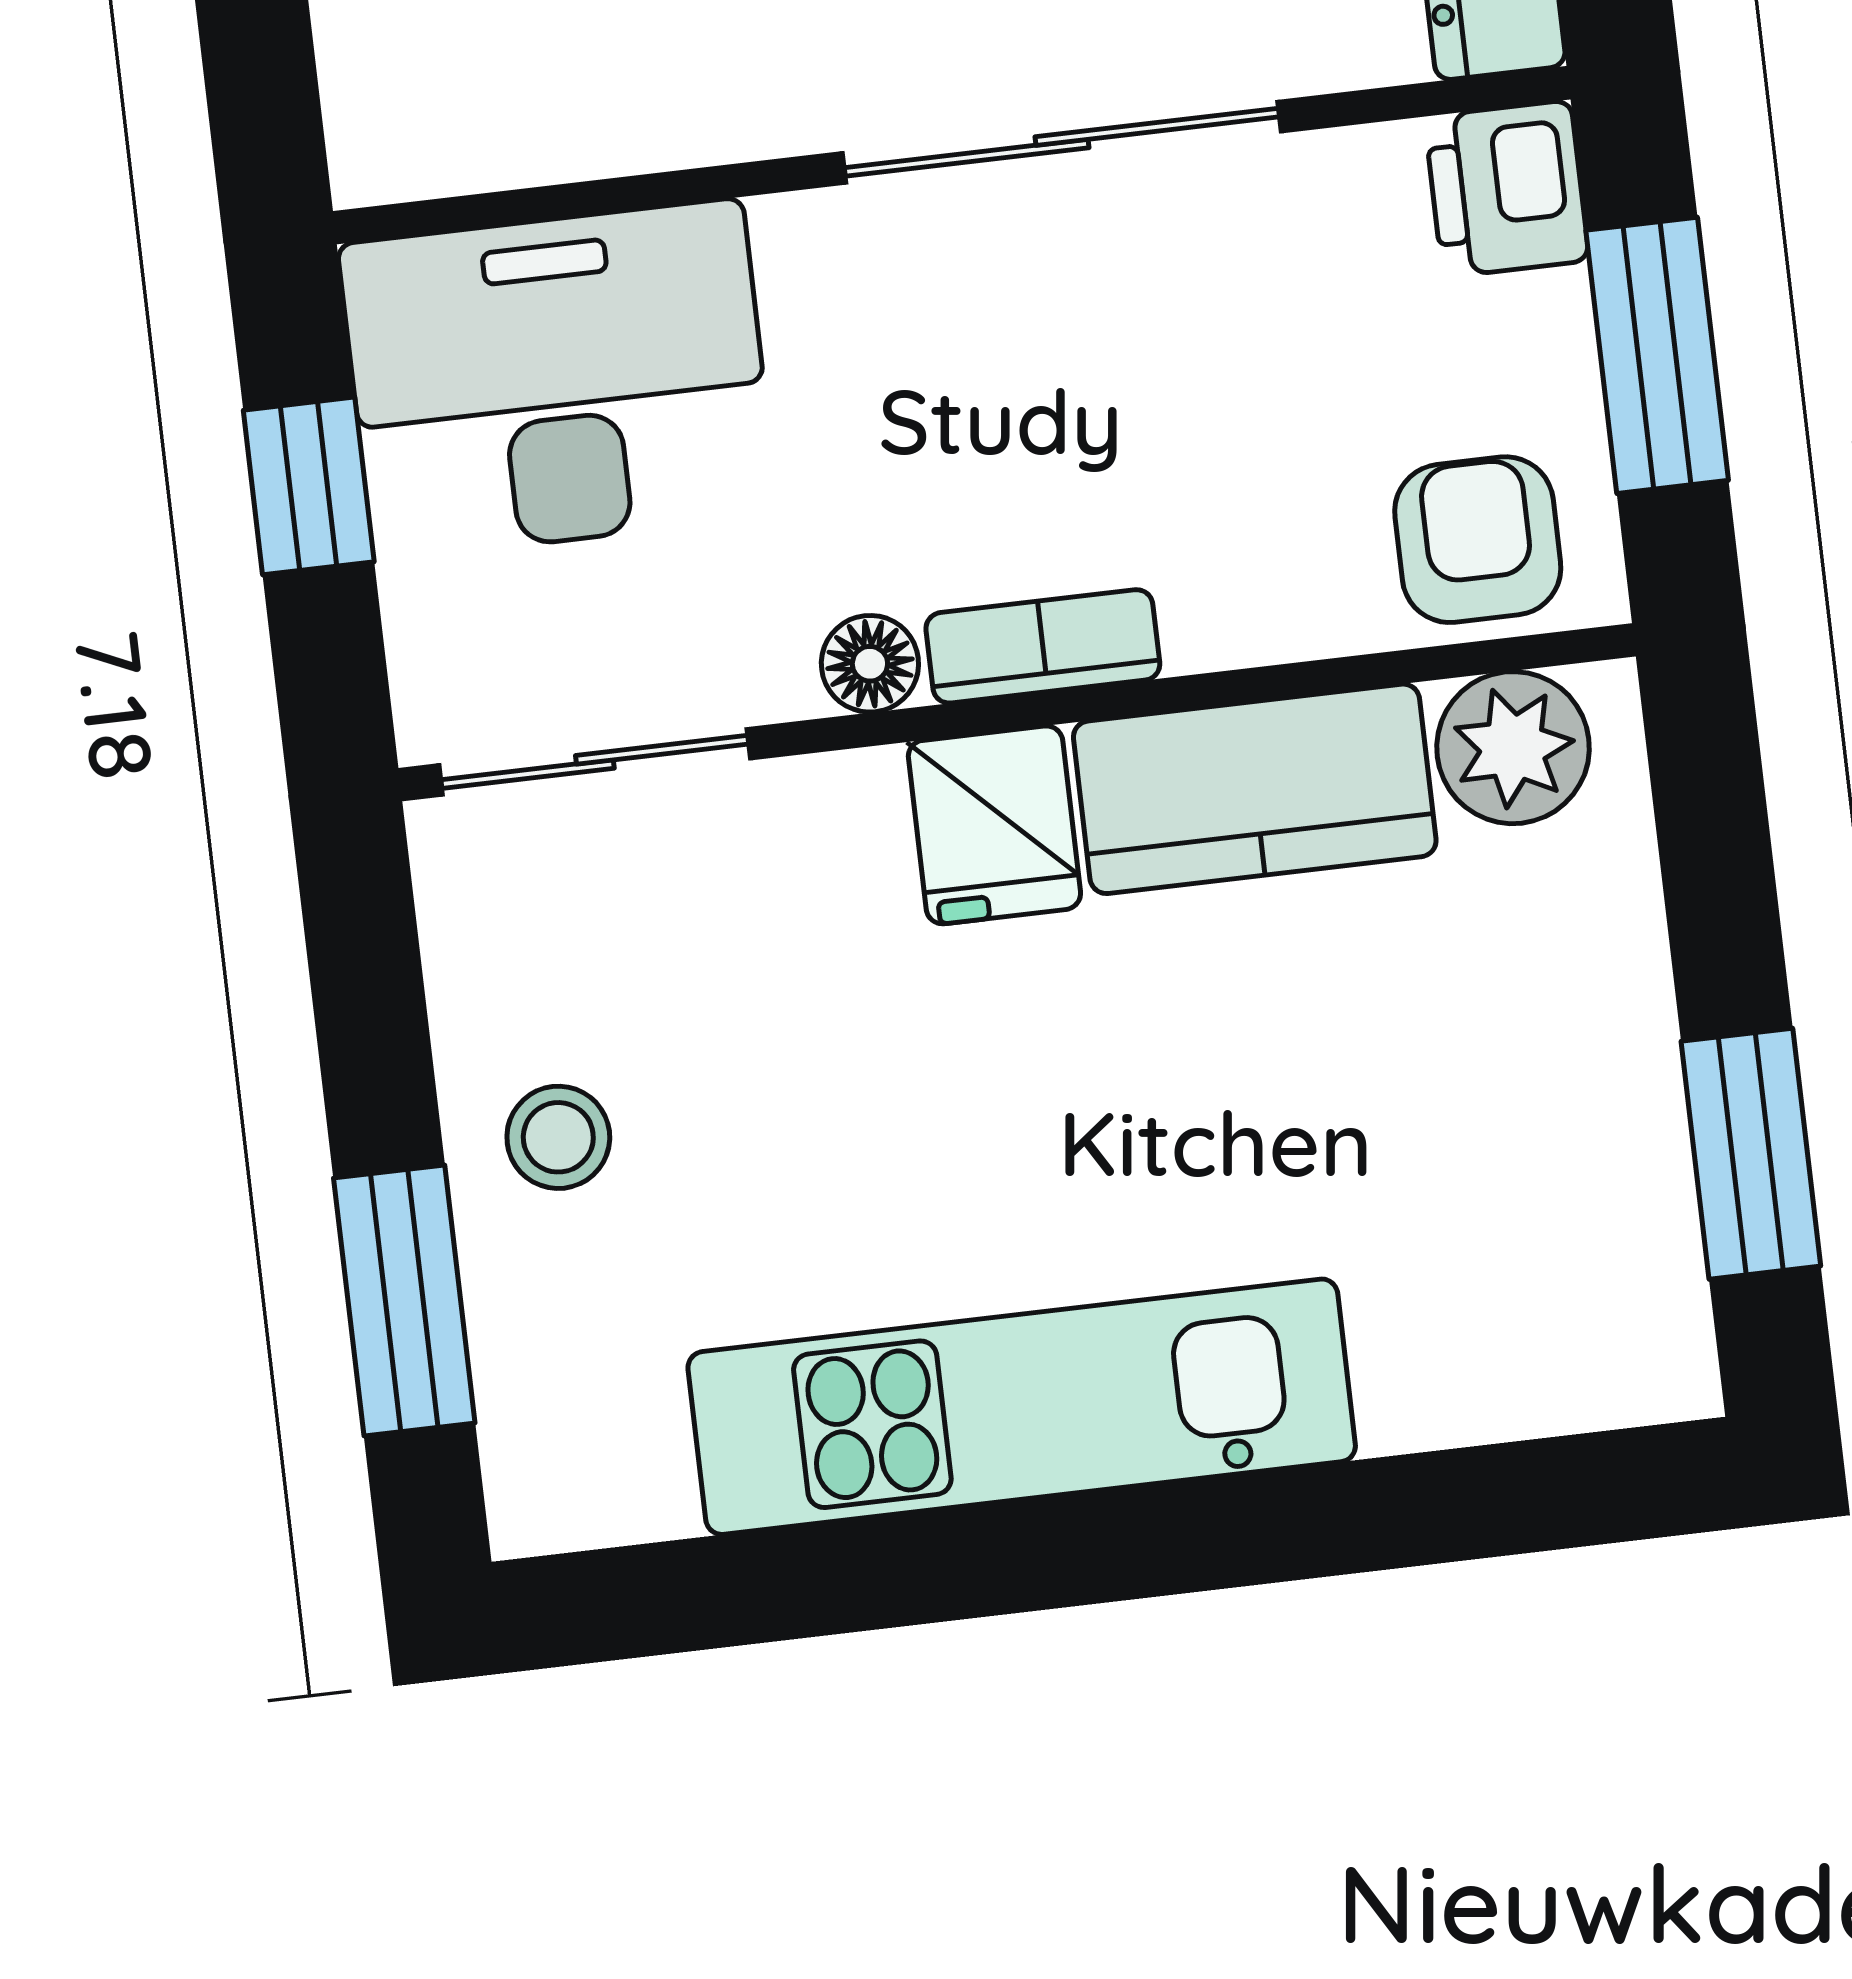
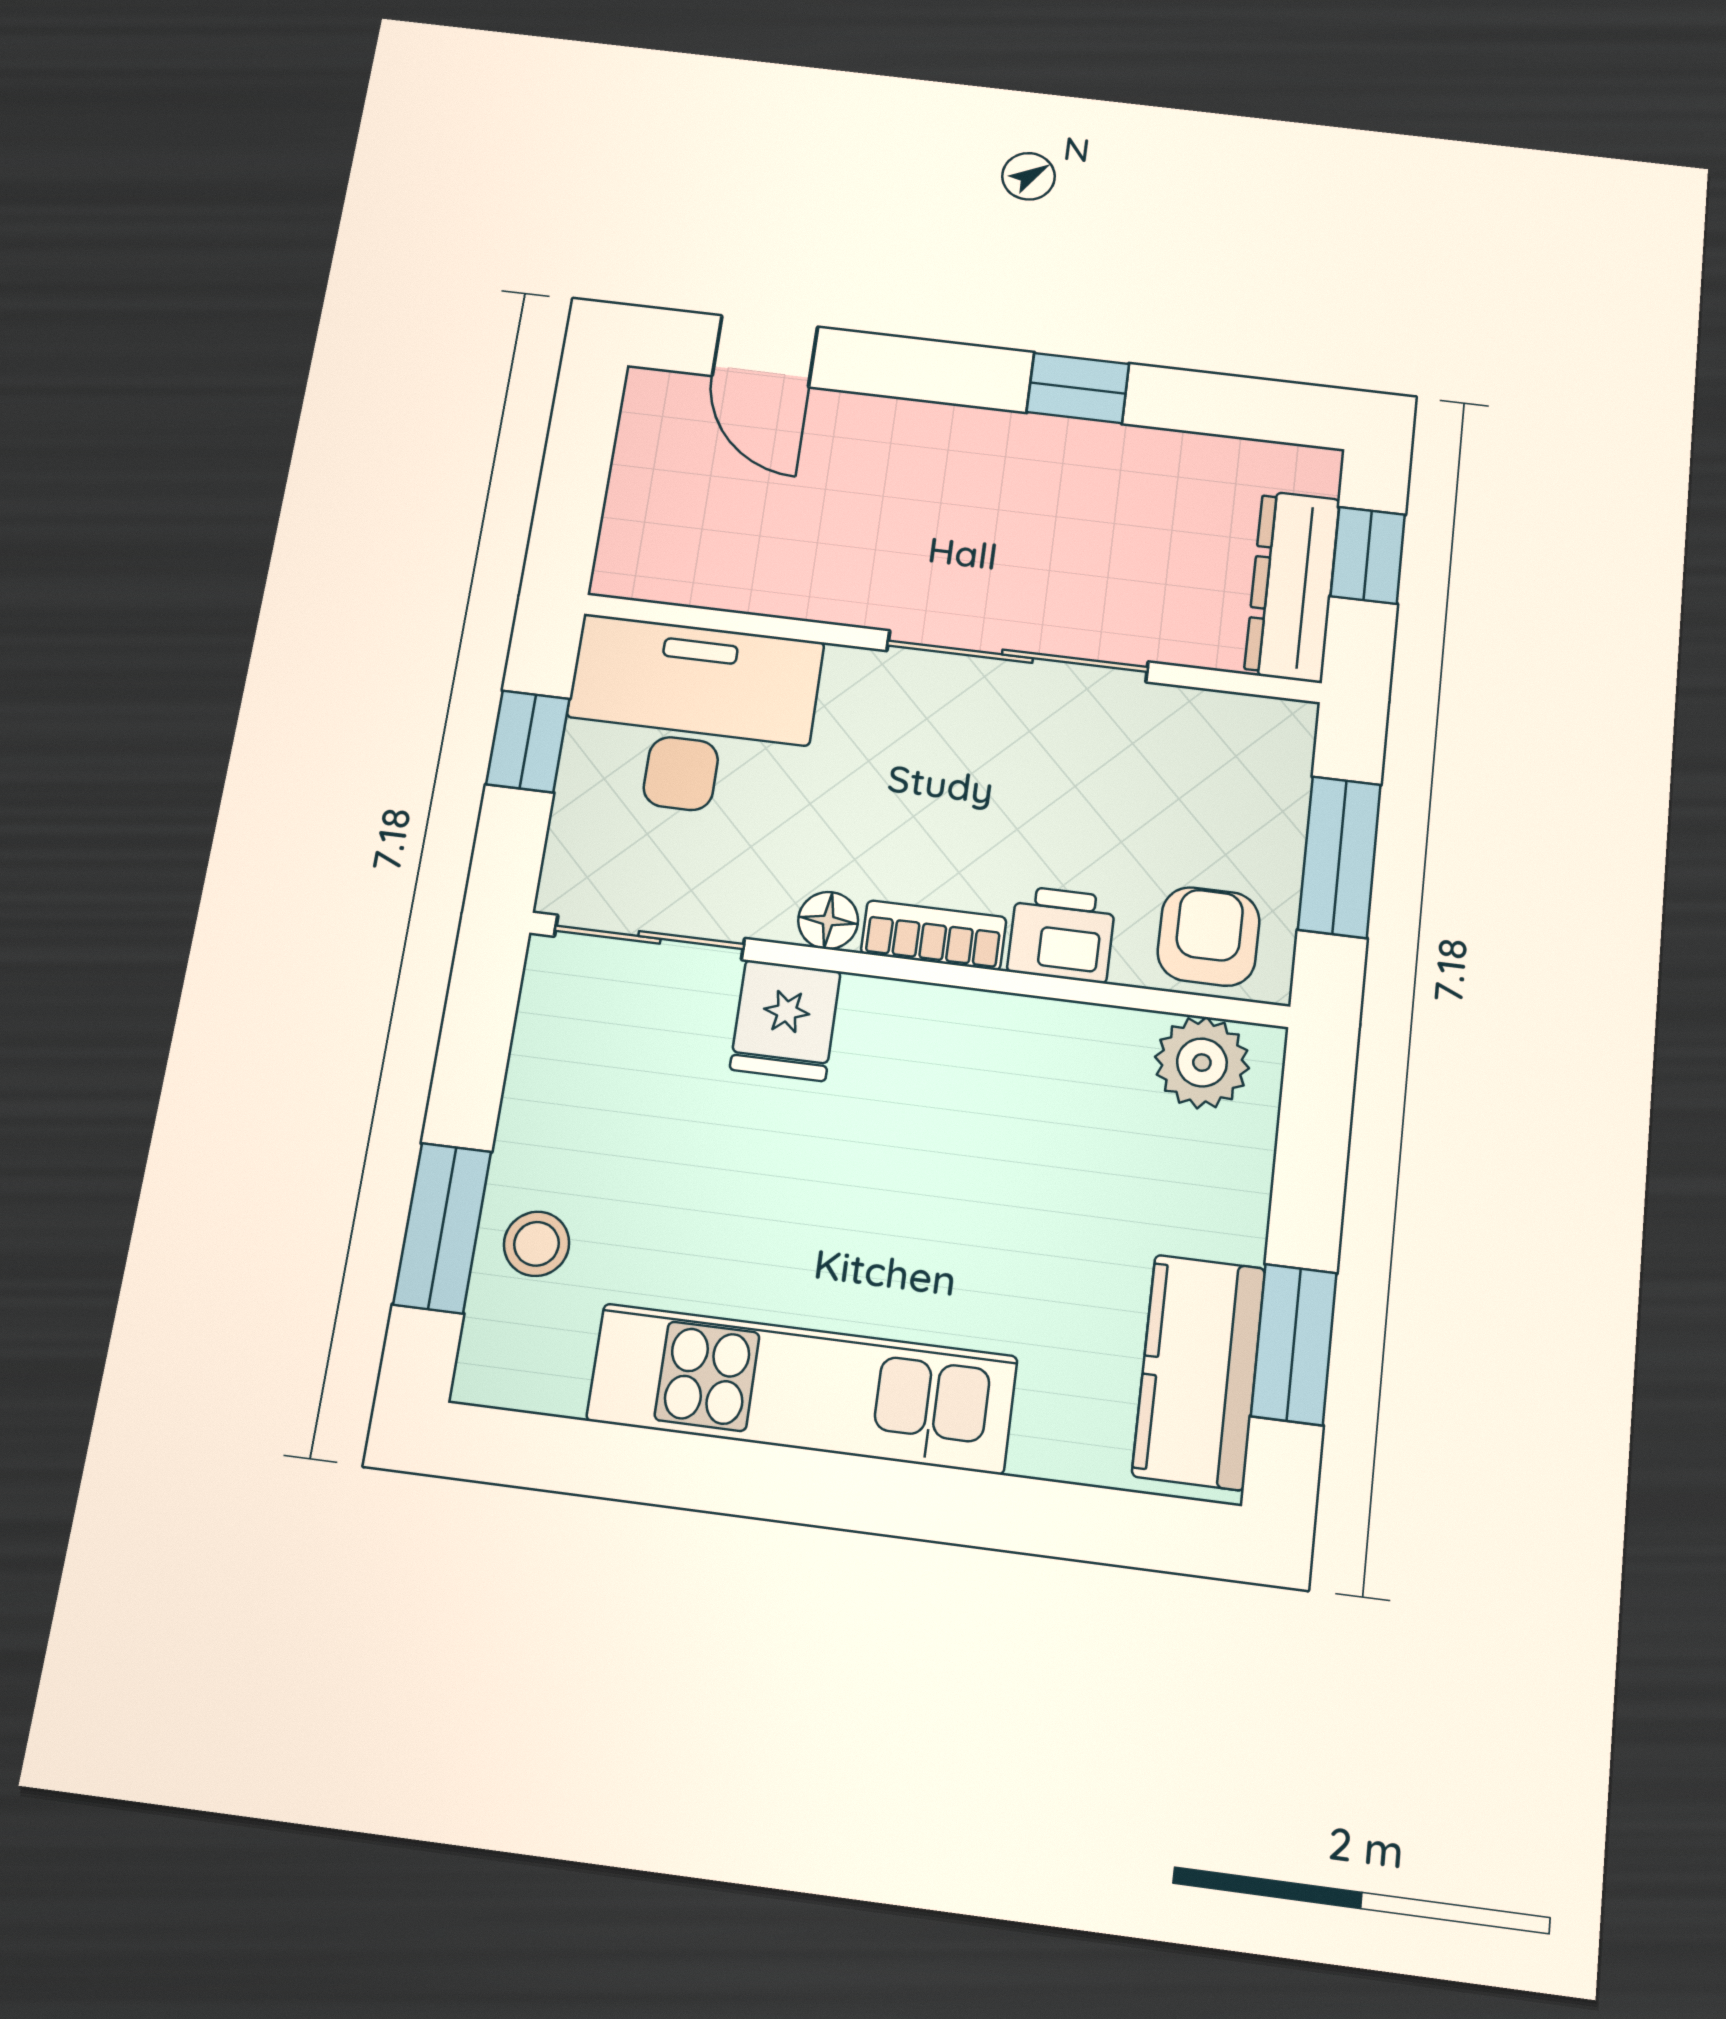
printer: (1507, 189) -> (1061, 934), moved, turned 90
kitchen counter: (1255, 789) -> (1199, 1372), moved, turned 90
fridge: (994, 825) -> (785, 1020), moved
stool: (558, 1137) -> (537, 1244), moved

